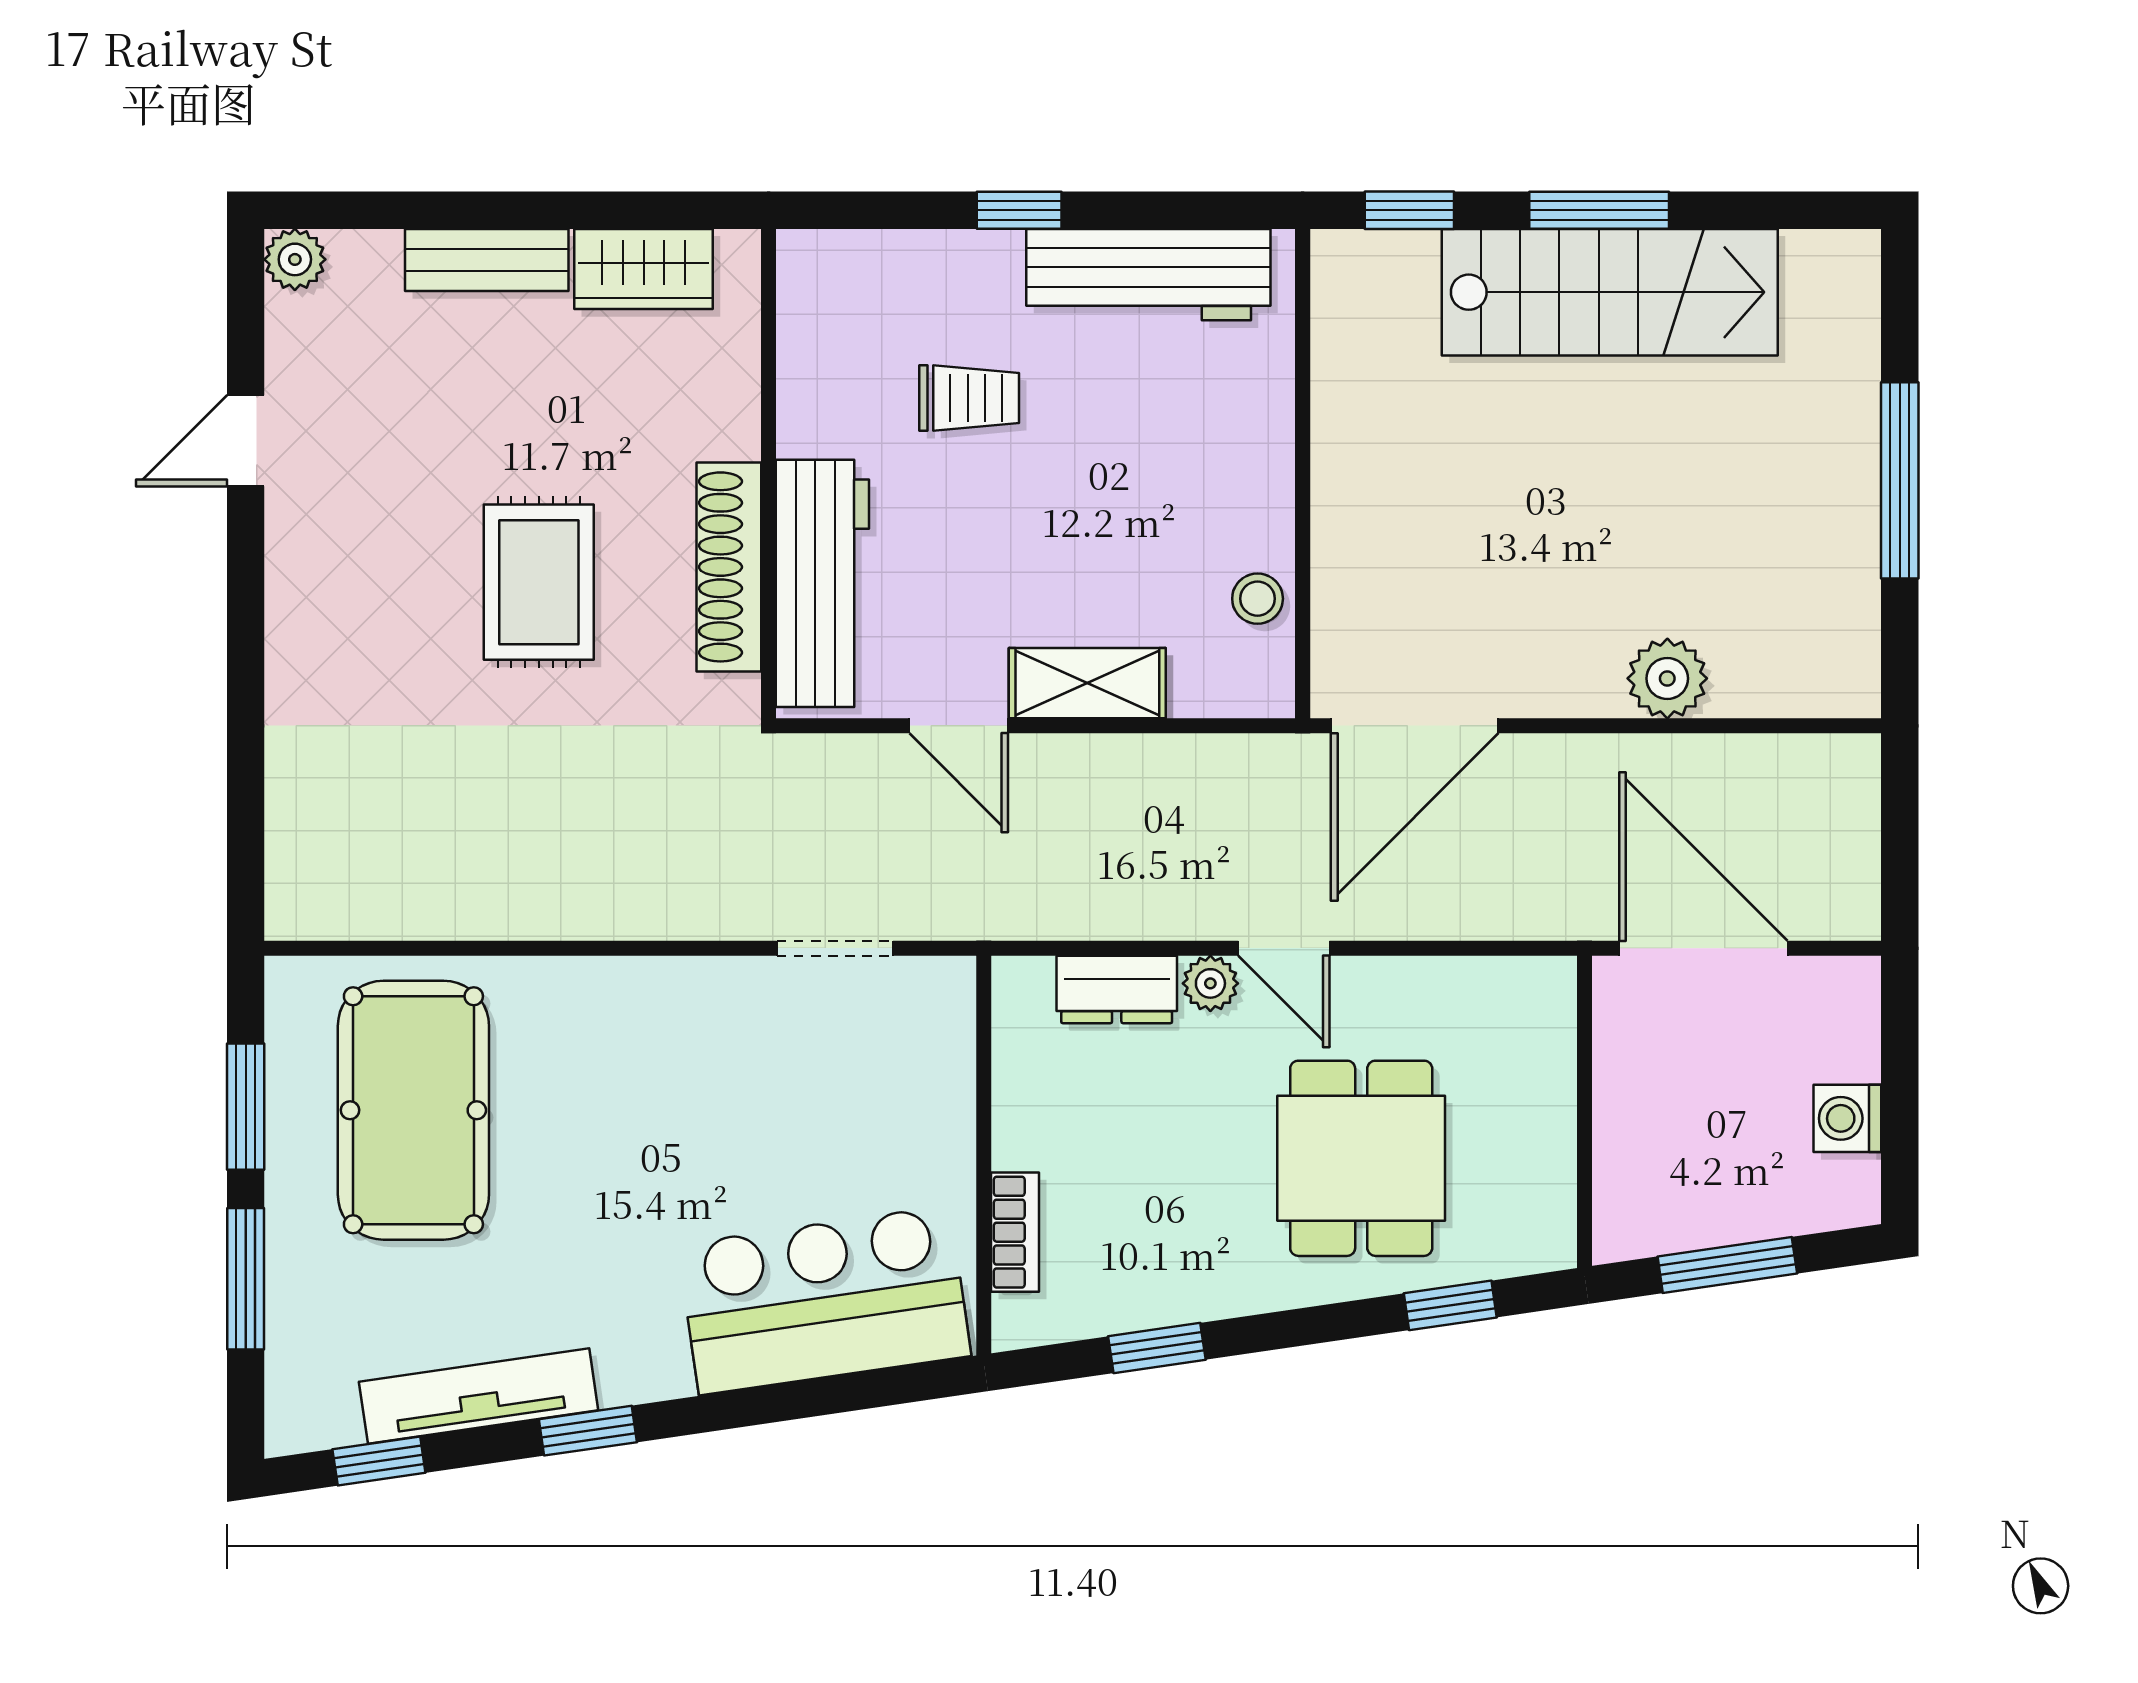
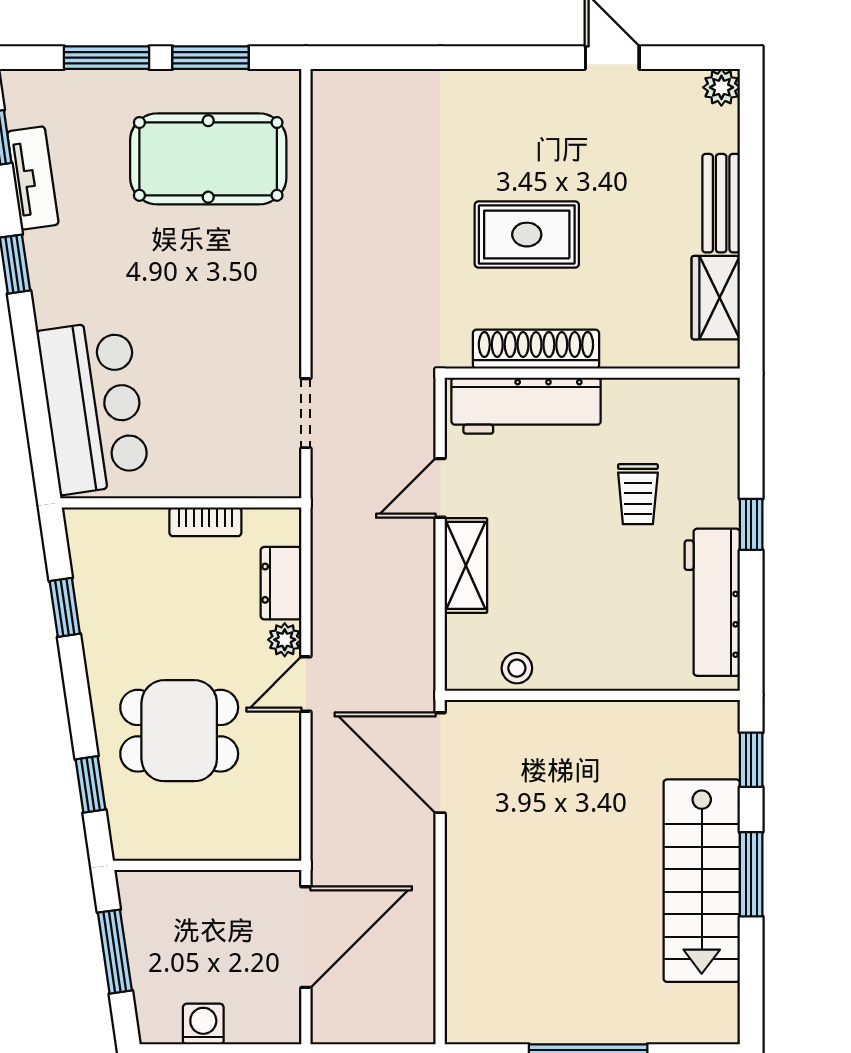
plant: (1667, 678) -> (469, 915), removed
bookcase: (1015, 1232) -> (205, 522), moved
tv unit: (479, 1396) -> (33, 178), width x0.71

